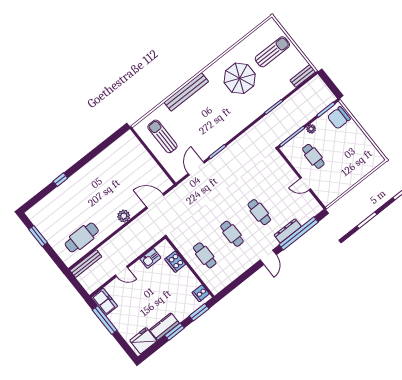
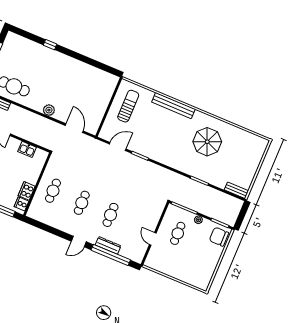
sun lounger: (272, 52) -> (242, 156), removed
cooker: (175, 262) -> (27, 191), moved

